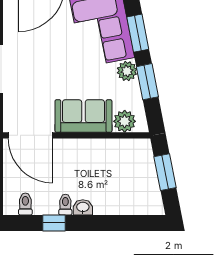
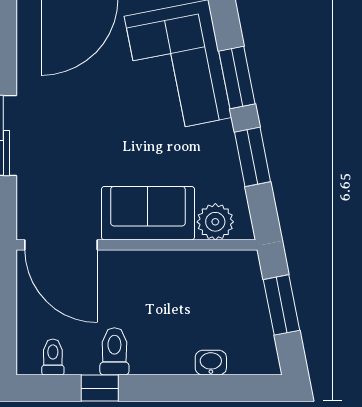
plant: (127, 71) -> (219, 140), removed
toilet: (65, 205) -> (114, 351), width x1.37, depth x1.39
washbasin: (83, 207) -> (211, 363), moved

